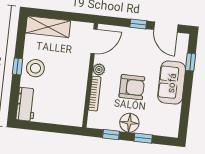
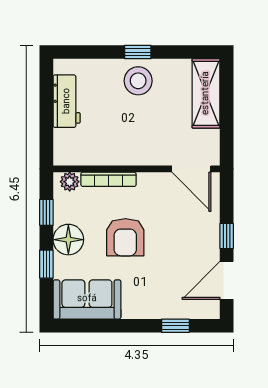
plant: (99, 70) -> (70, 182), moved
sofa: (172, 83) -> (87, 299), moved
workbench: (26, 104) -> (67, 101), moved, turned -90

